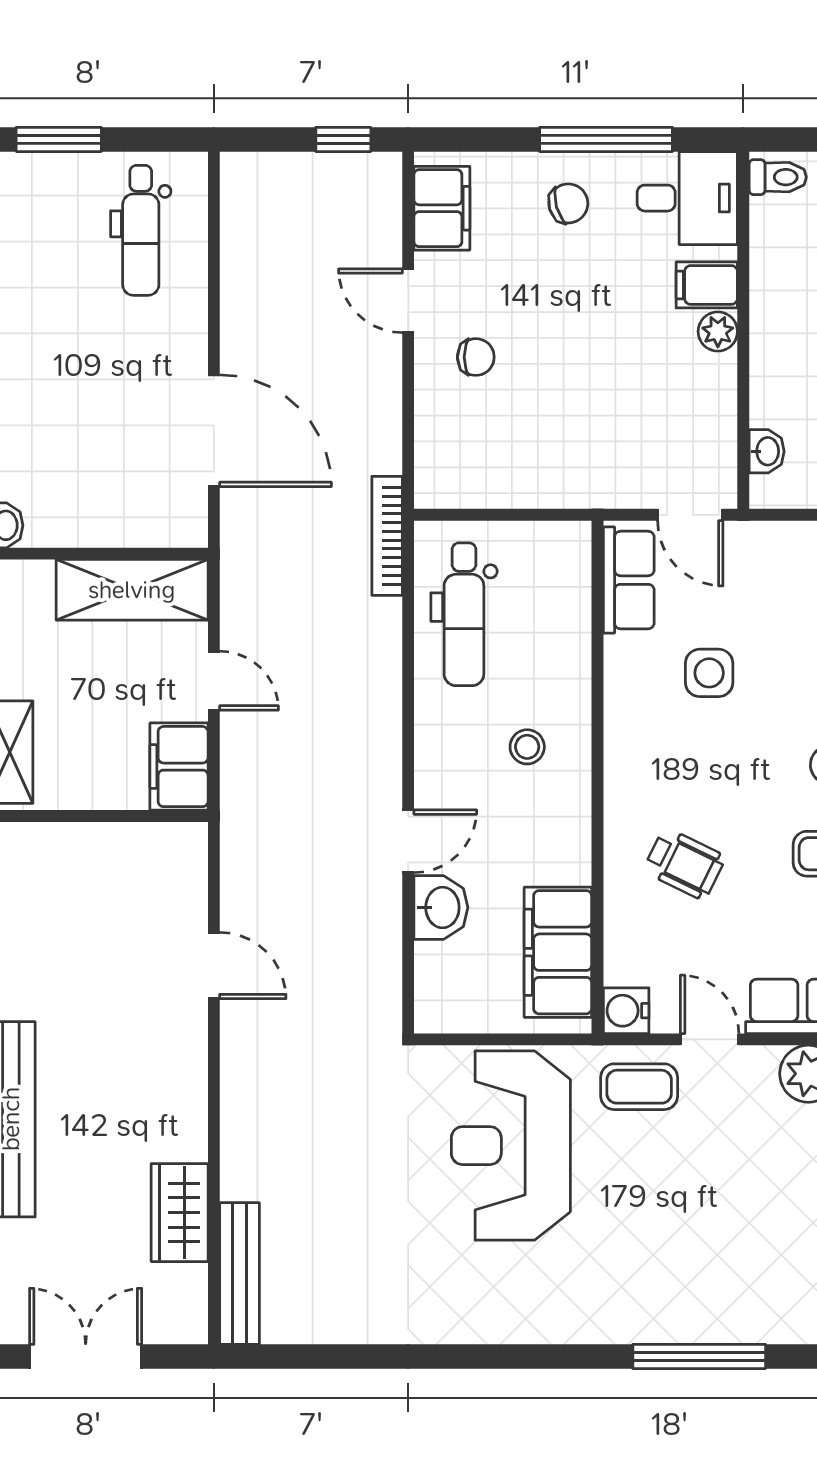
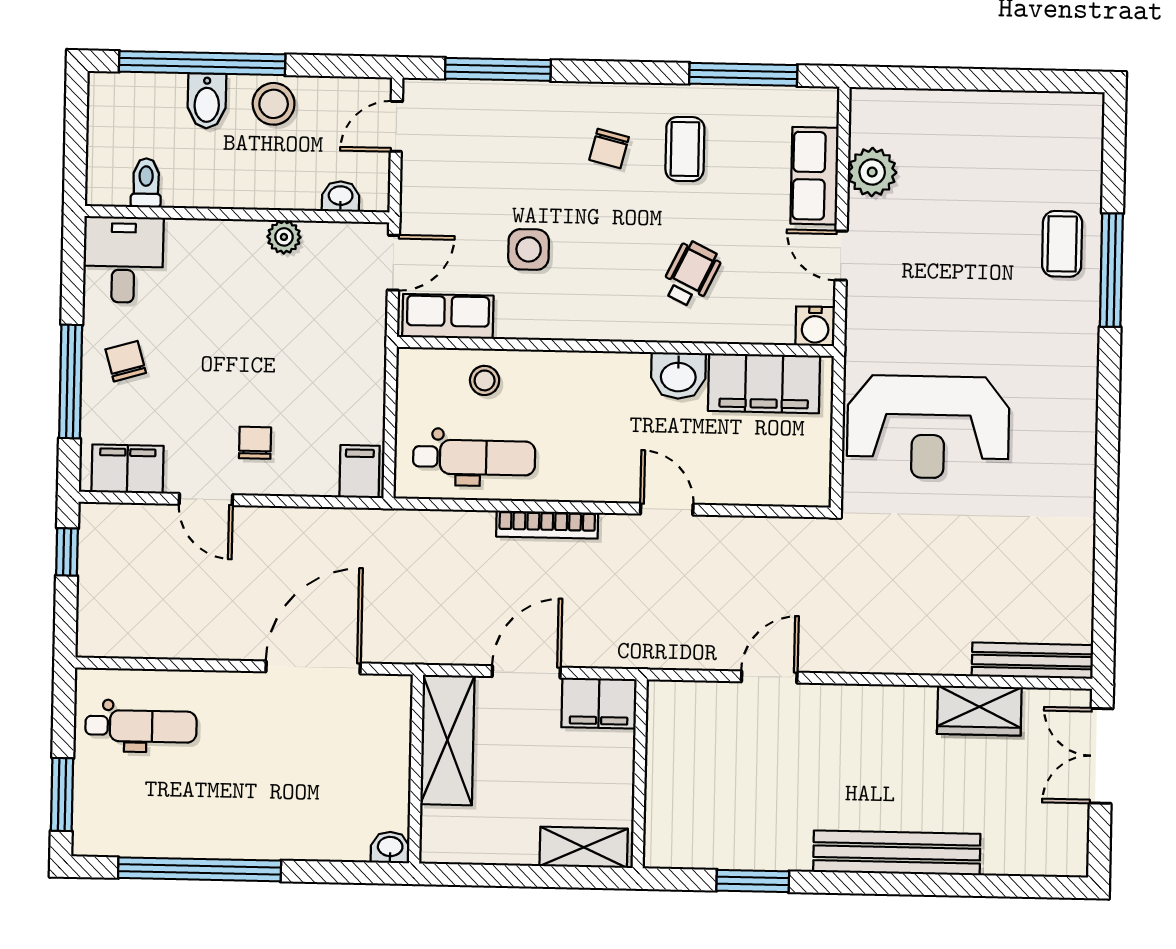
window: (606, 139) -> (71, 381), moved
toilet: (778, 177) -> (146, 183), moved
filing cabinet: (707, 285) -> (359, 472), moved, turned 180
door: (408, 301) -> (206, 499), hinge flipped
plant: (718, 331) -> (284, 237), moved
bookcase: (387, 536) -> (547, 525), moved
door: (214, 681) -> (526, 672), width x1.38
stool: (527, 747) -> (485, 380), moved
washbasin: (441, 907) -> (678, 376), moved, turned 180
door: (710, 1039) -> (841, 256), hinge flipped
coffee table: (639, 1087) -> (1062, 244), moved
double door: (86, 1356) -> (1101, 756), moved

